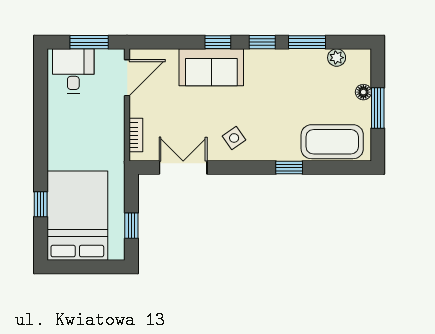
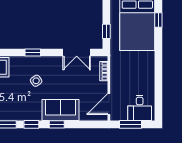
side table: (234, 138) -> (36, 81), moved
window: (289, 168) -> (33, 53), moved
window: (41, 204) -> (158, 20), moved
window: (131, 226) -> (106, 31), moved

